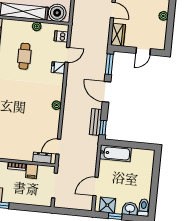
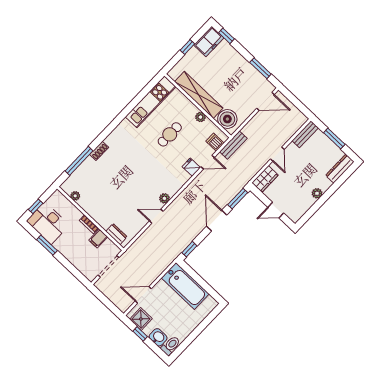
bench: (96, 122) -> (233, 145), moved
door: (58, 147) -> (156, 216), moved
bathtub: (115, 153) -> (185, 286), width x1.36, depth x1.36

